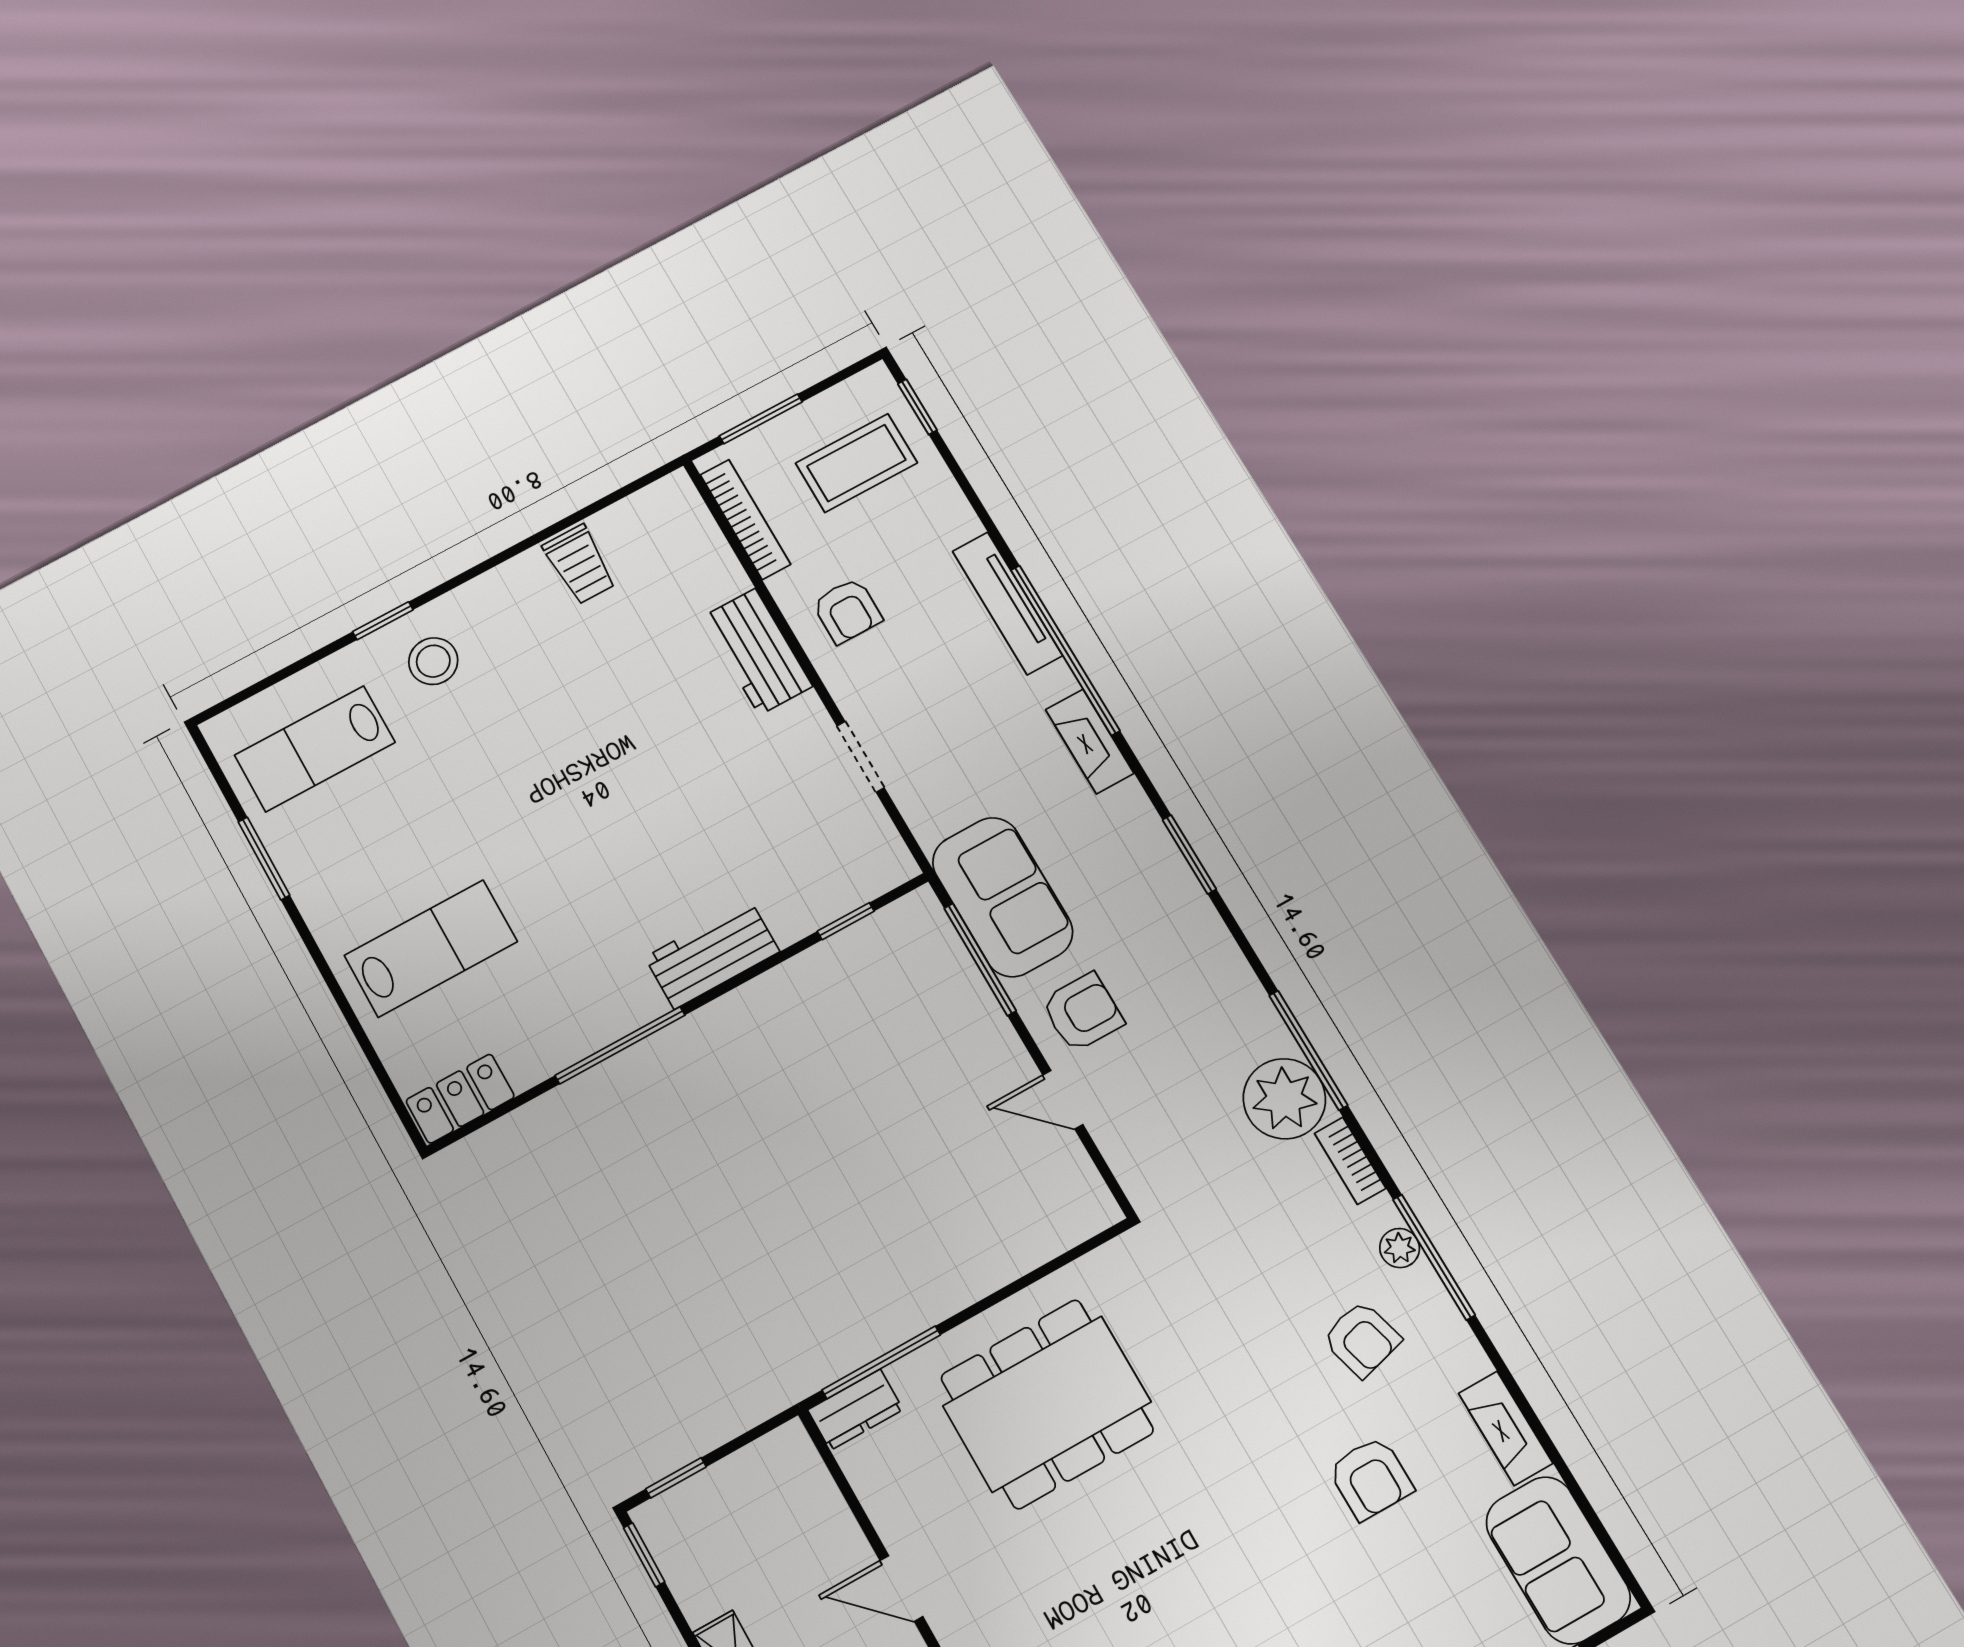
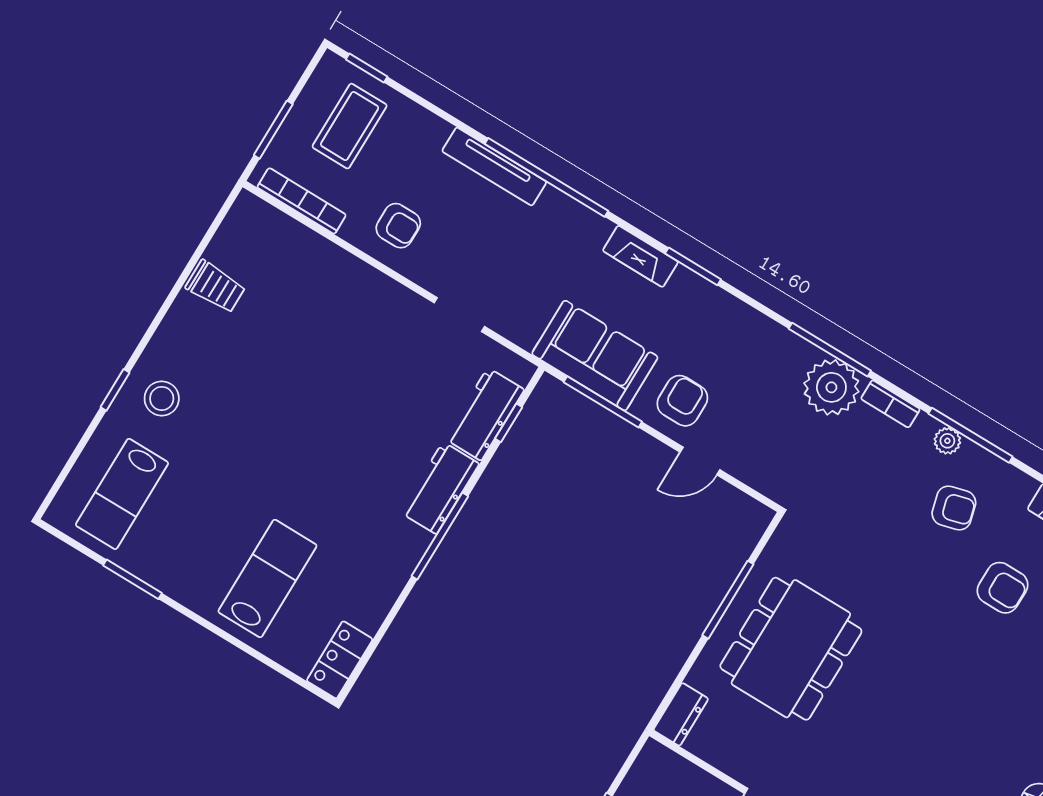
workbench: (757, 652) -> (484, 414), moved, turned 90
fireplace: (1090, 741) -> (640, 256), moved
window: (620, 1045) -> (440, 536), moved
window: (881, 1362) -> (728, 600), moved

